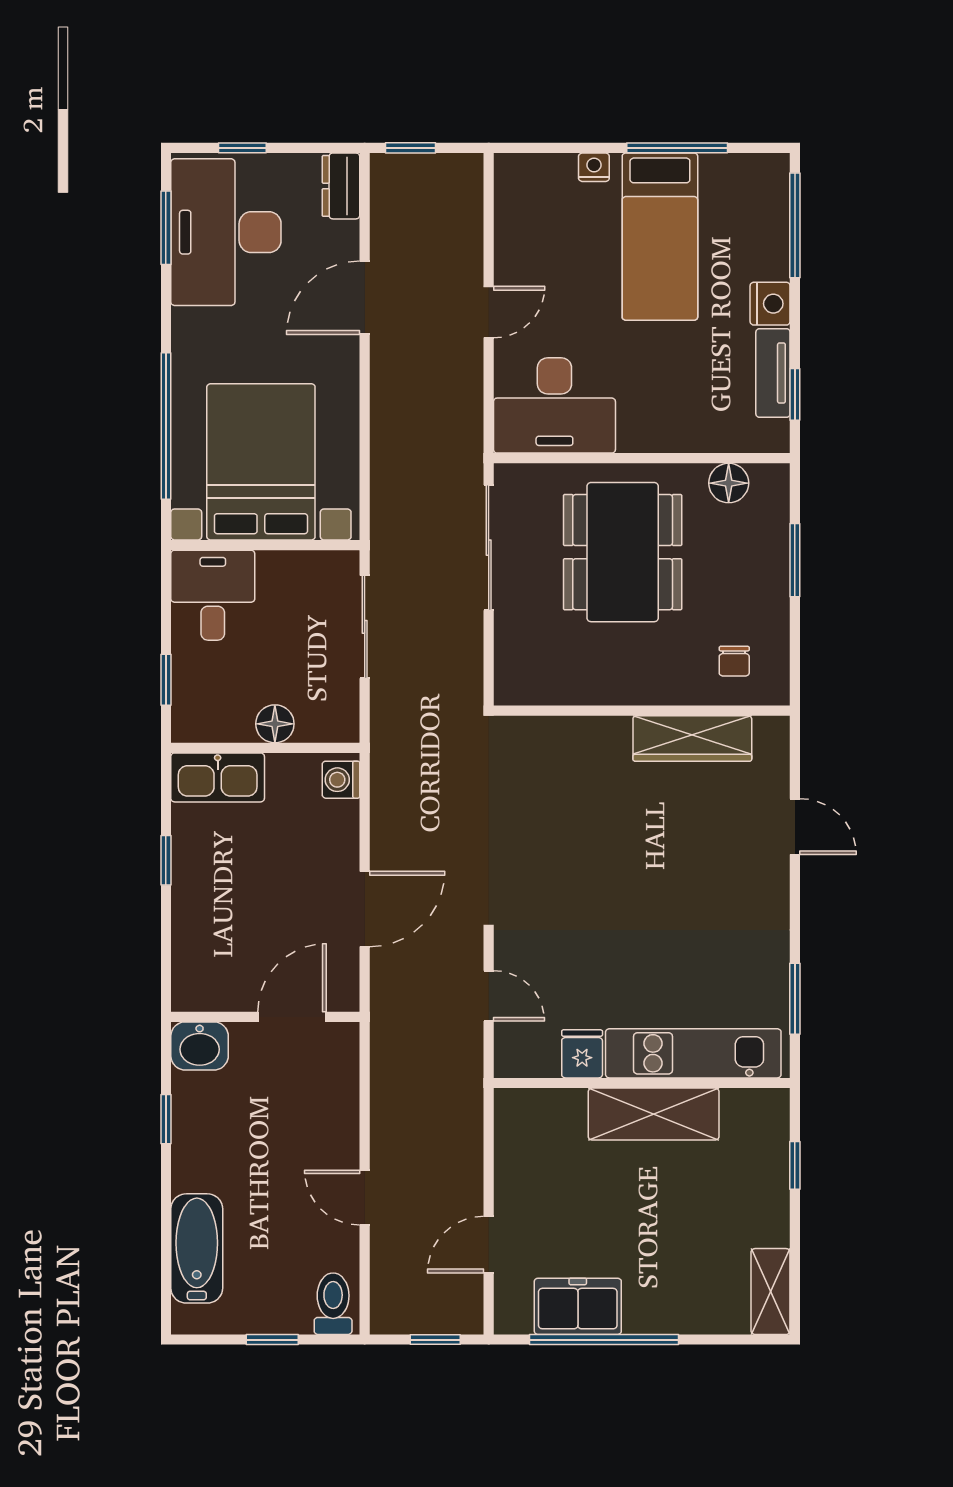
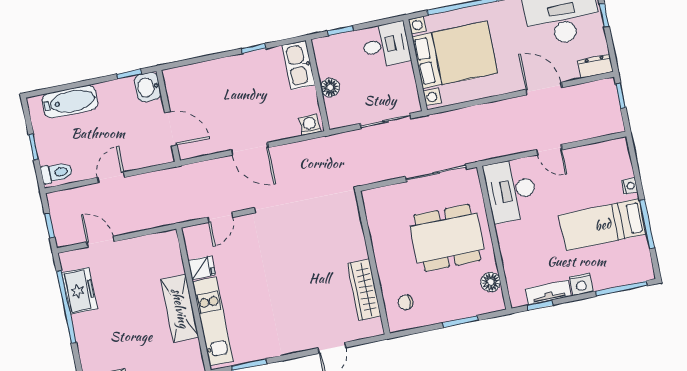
wall: (265, 1017) -> (168, 116), moved
door: (292, 1017) -> (171, 129), moved
washbasin: (200, 1046) -> (148, 87), moved

